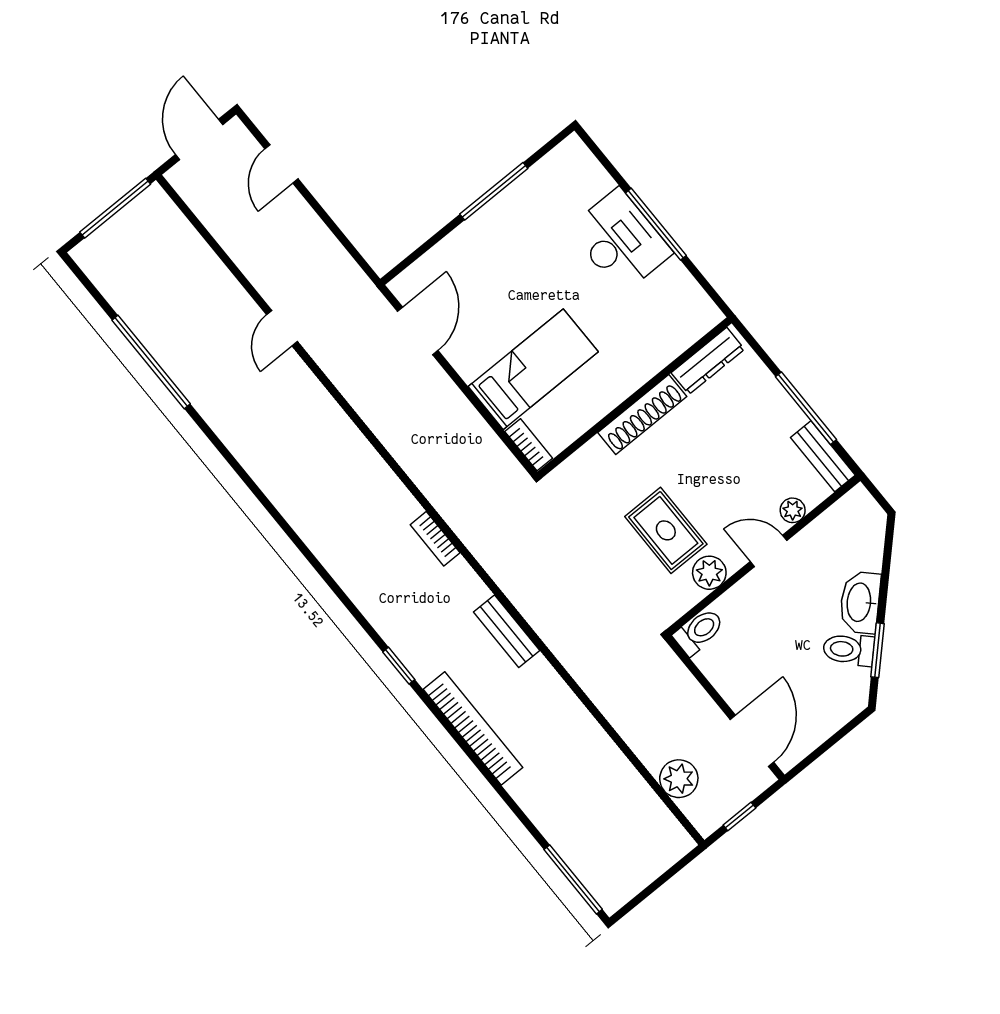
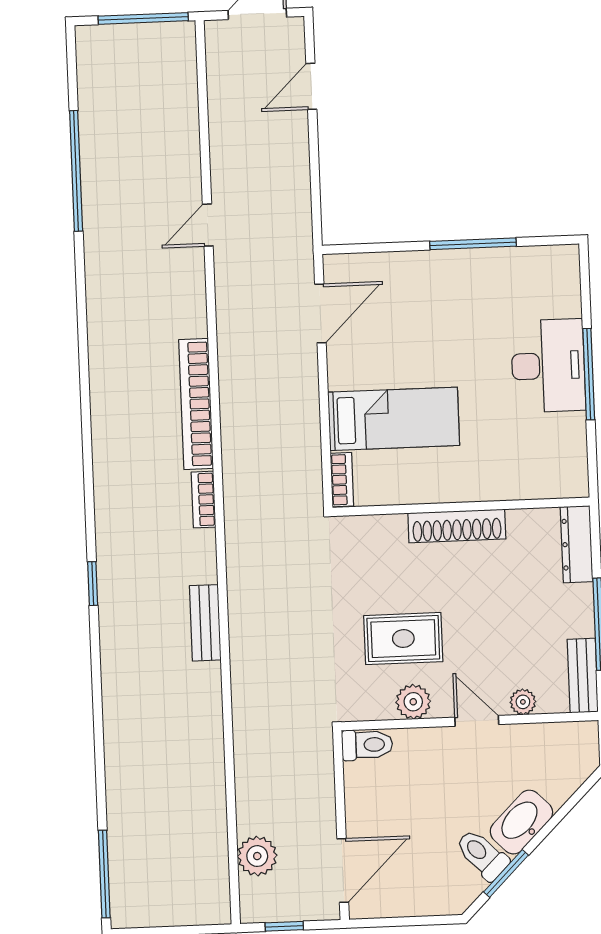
dresser: (708, 361) -> (577, 544), moved, turned 90
rug: (666, 530) -> (403, 639), turned 90
bookcase: (473, 728) -> (196, 404), moved, turned 180

